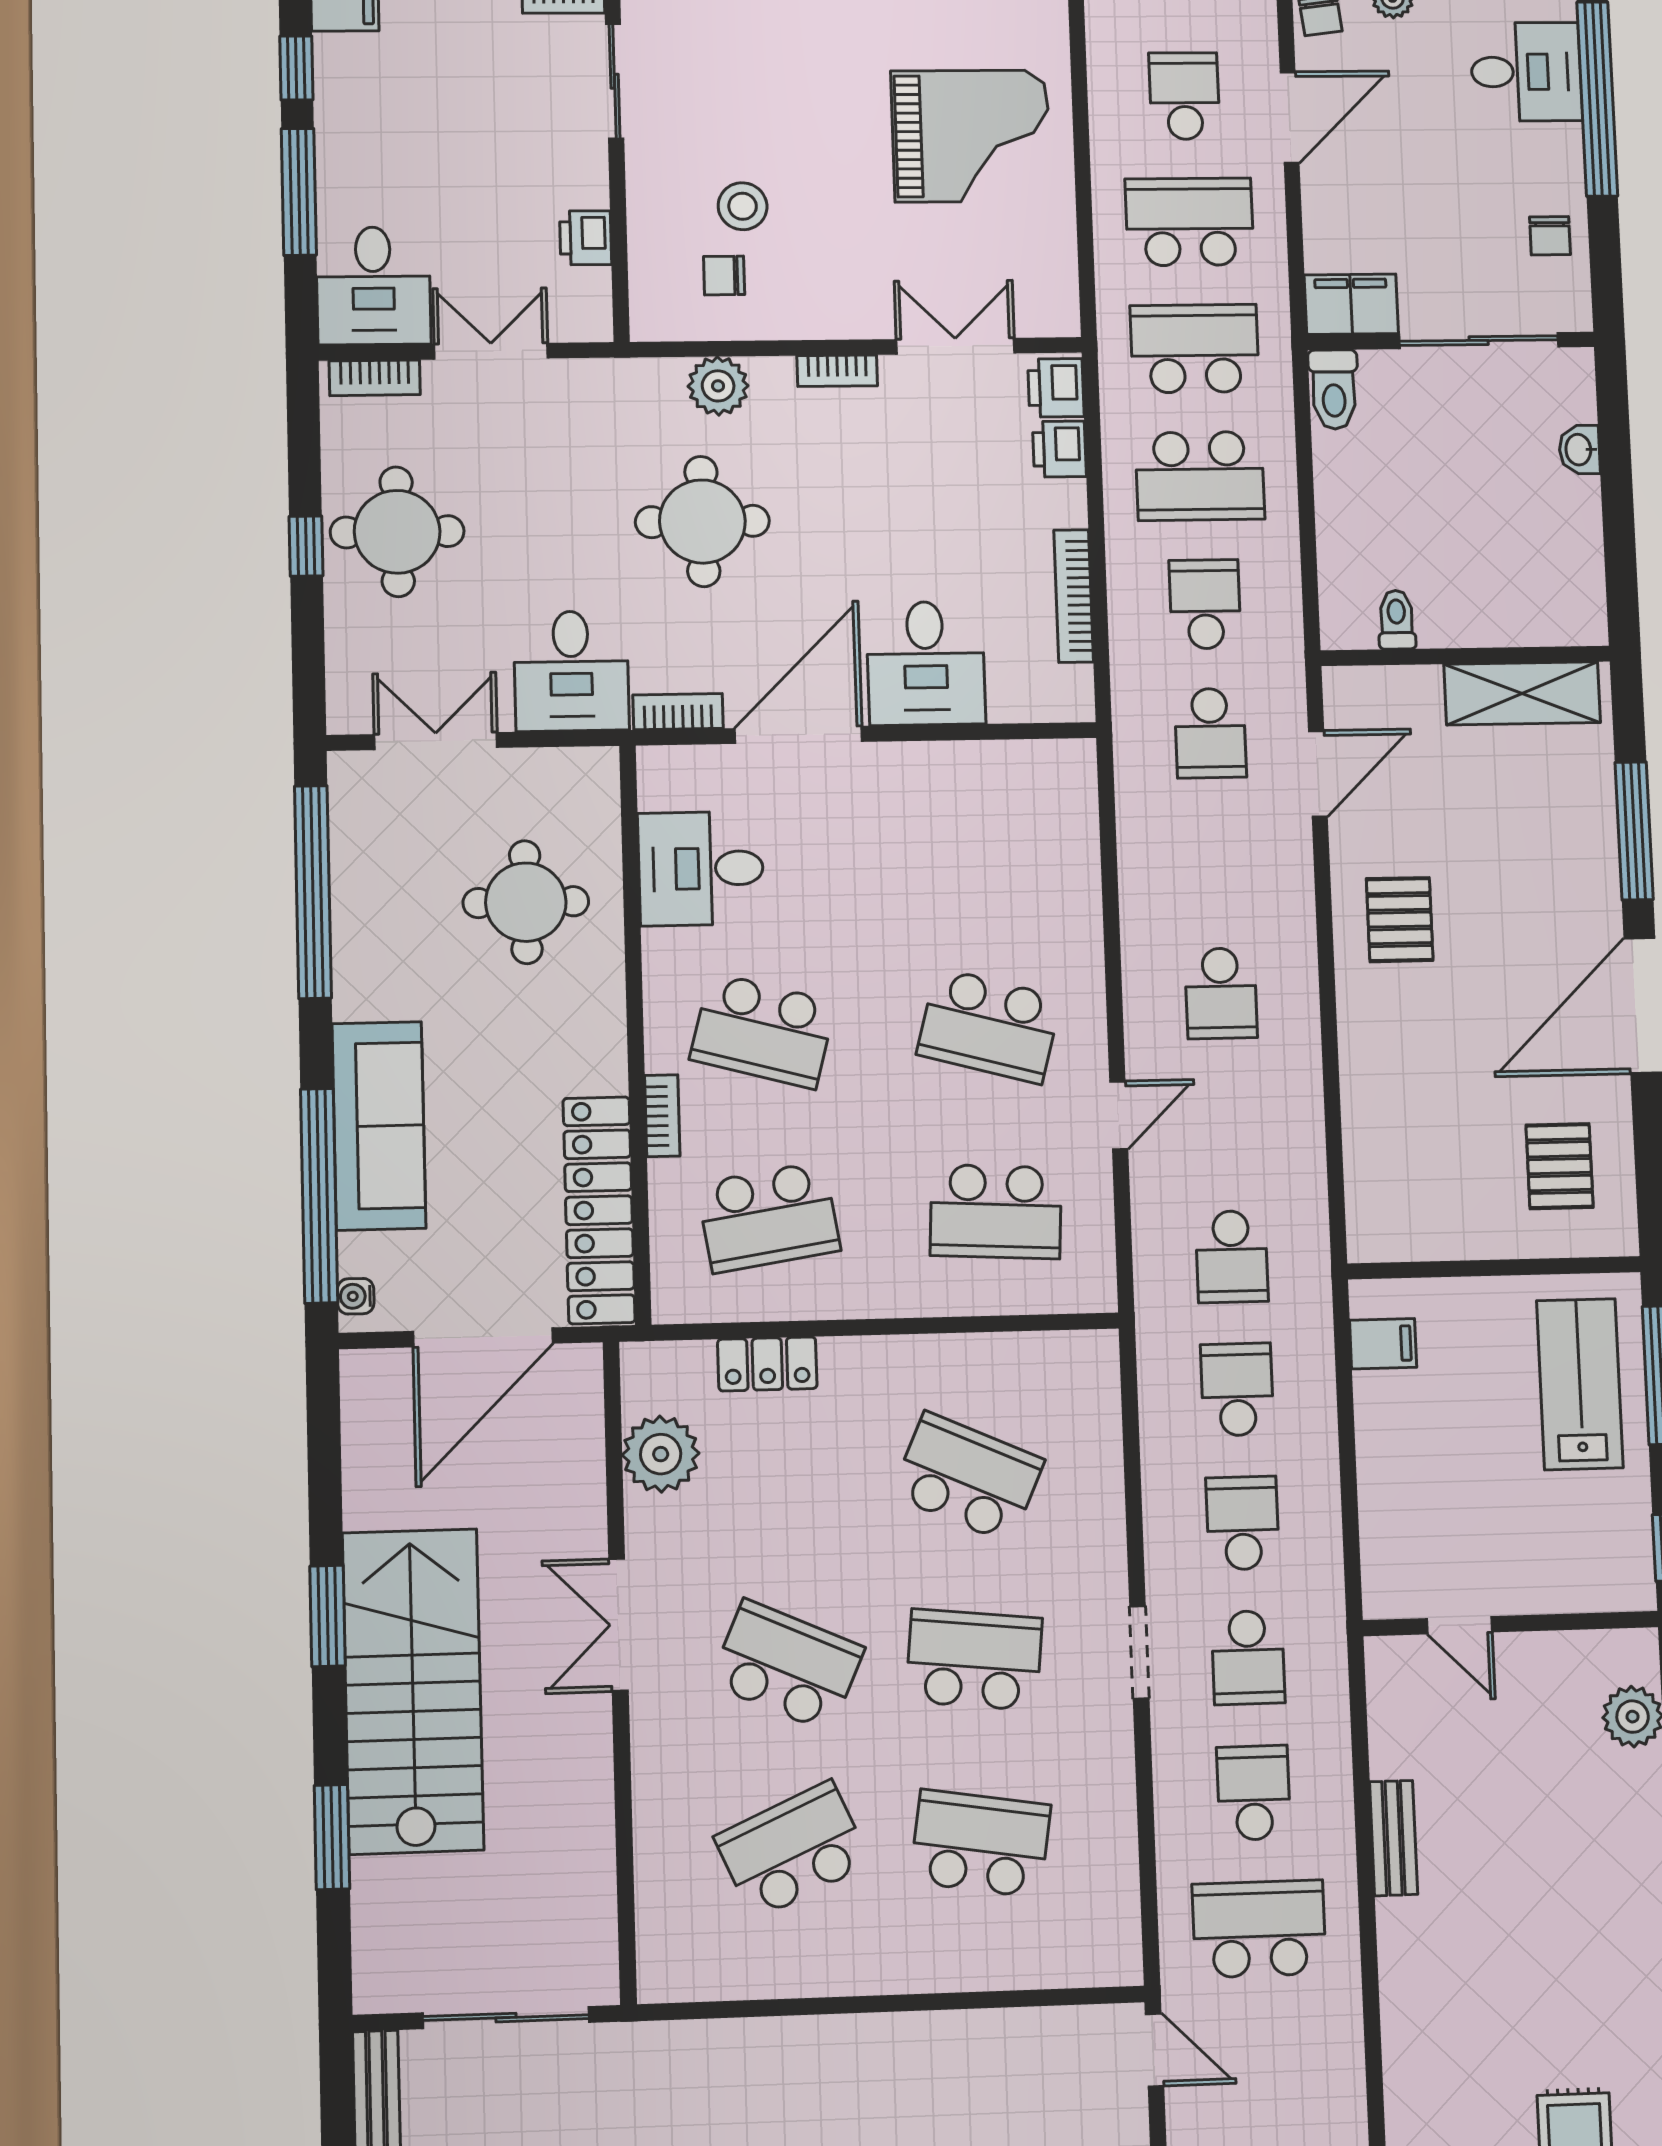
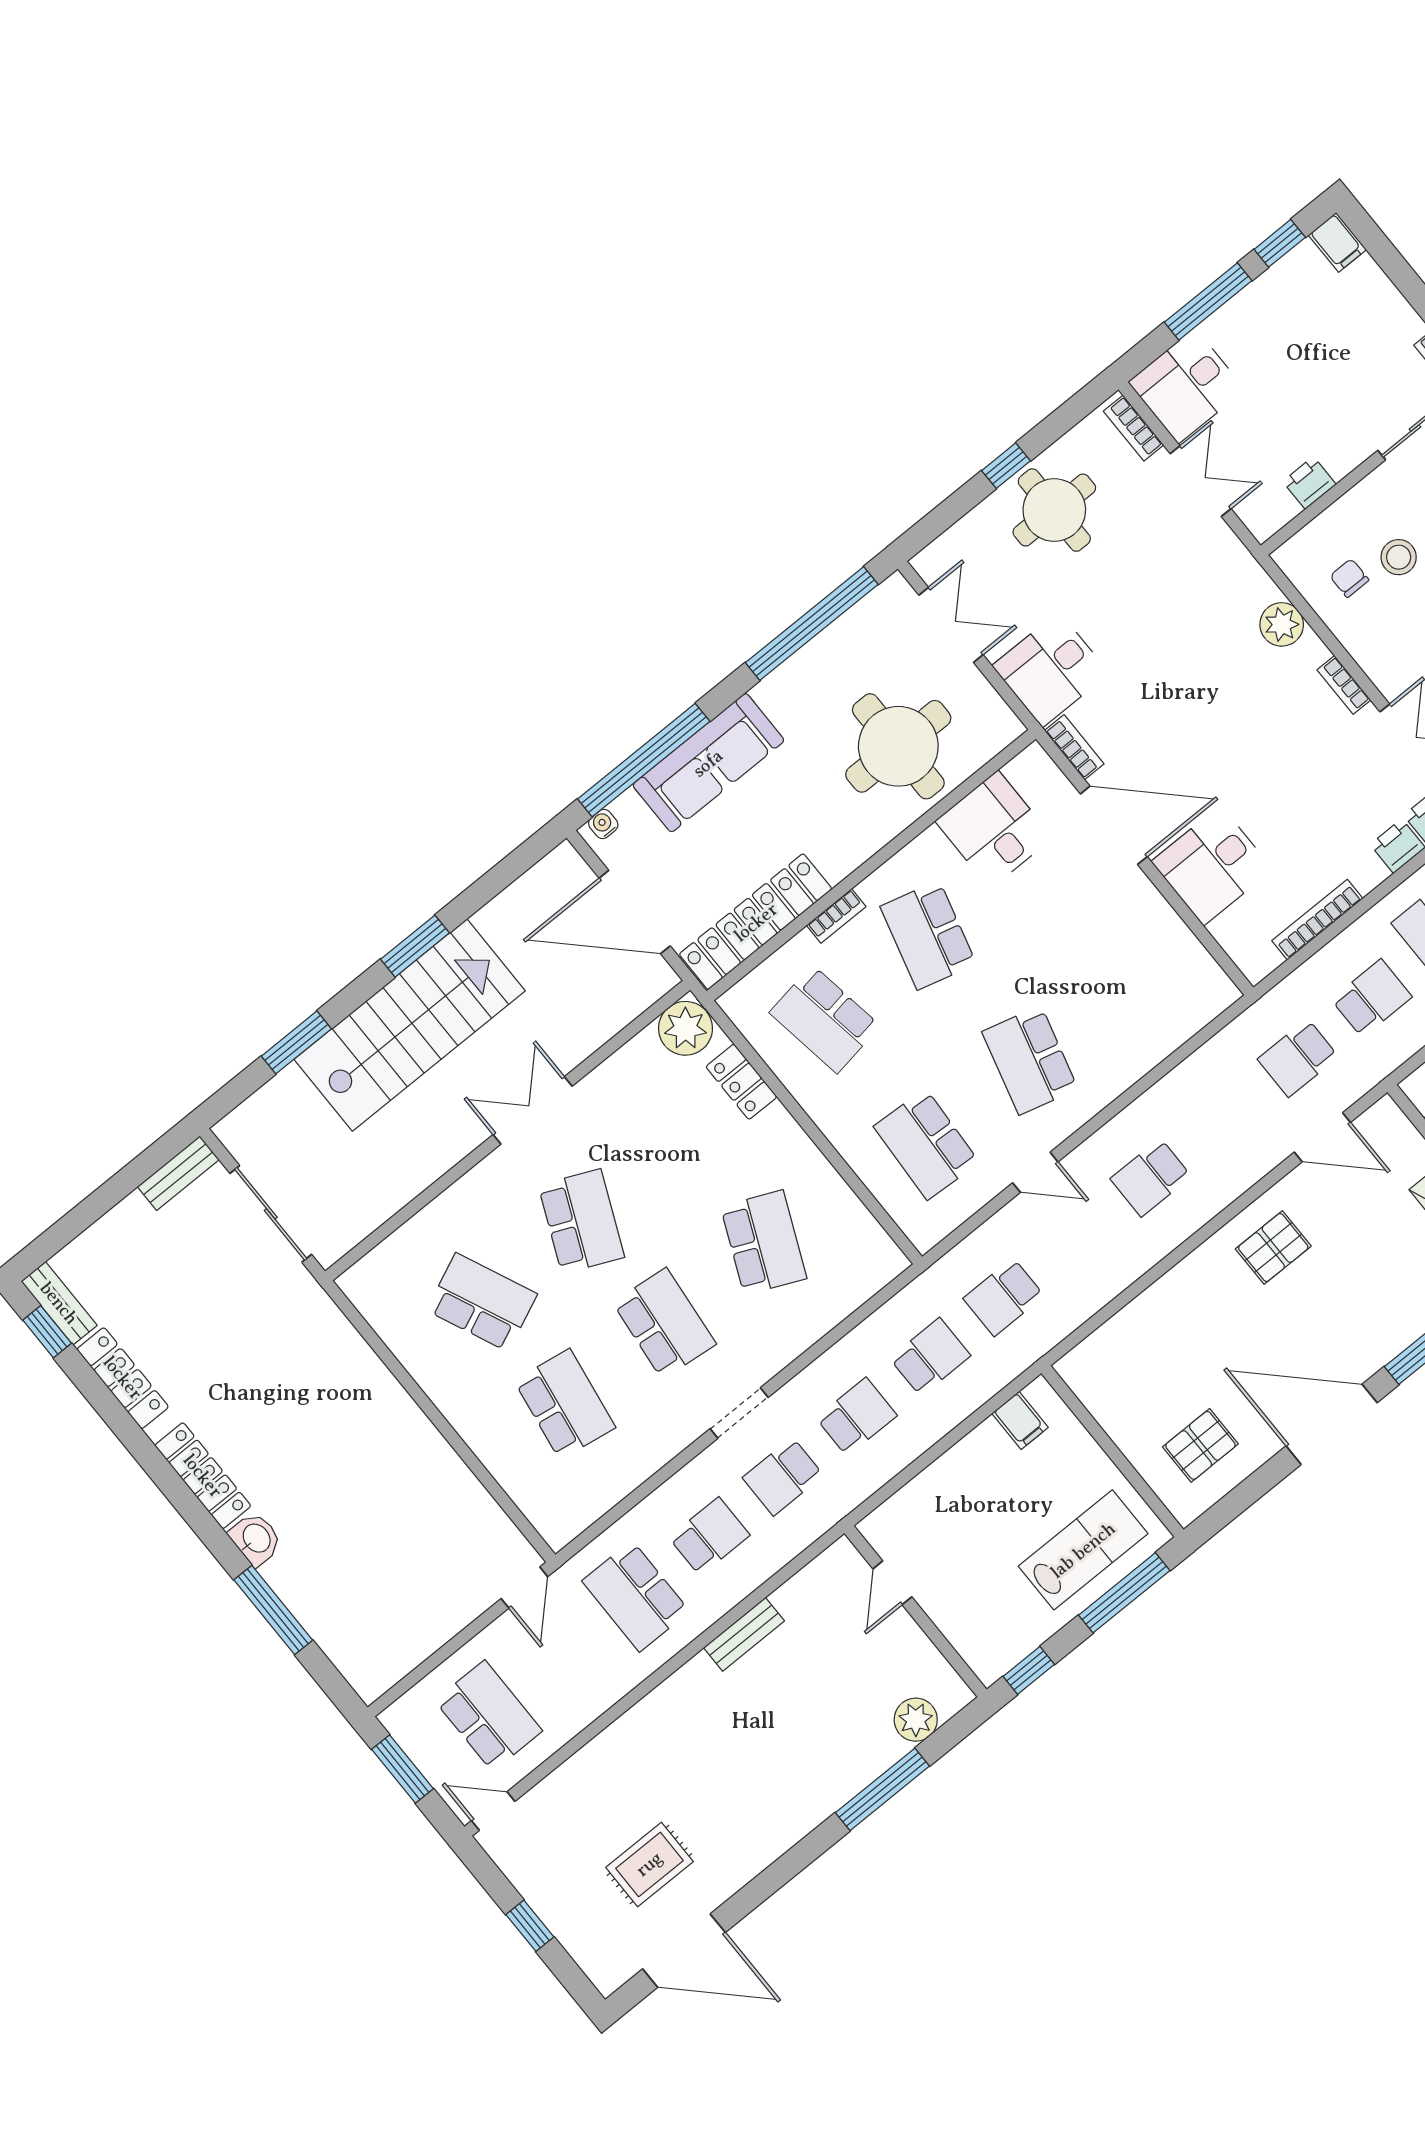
round table: (702, 521) -> (1195, 676), removed
round table: (526, 902) -> (898, 746), width x1.36, depth x1.36
plant: (661, 1454) -> (685, 1028), moved
school desk: (1259, 1929) -> (636, 1596), turned 180

